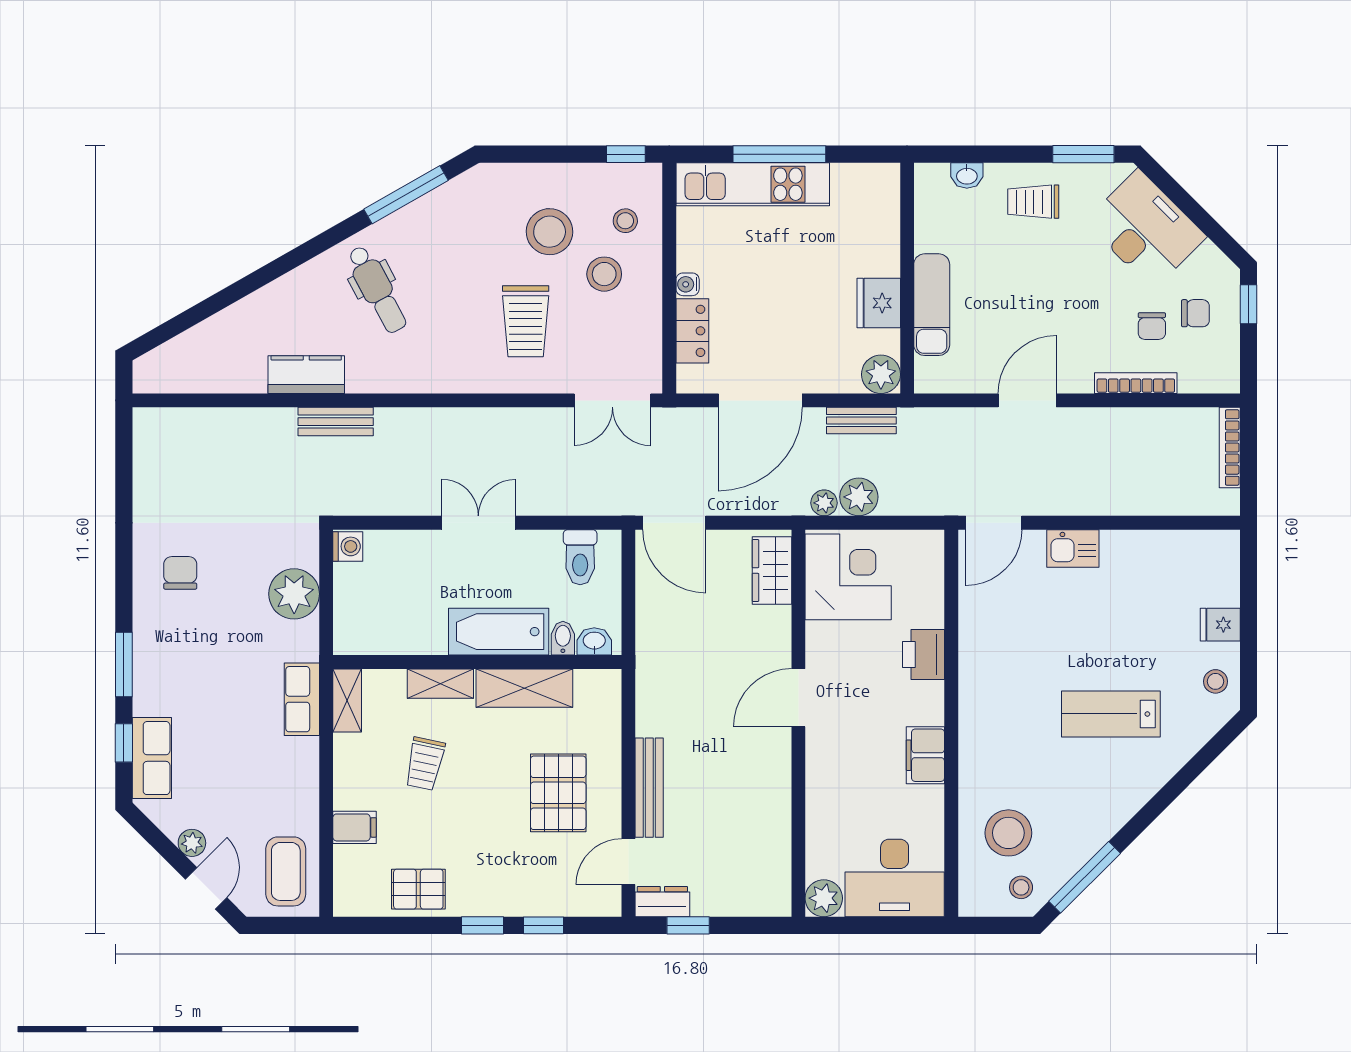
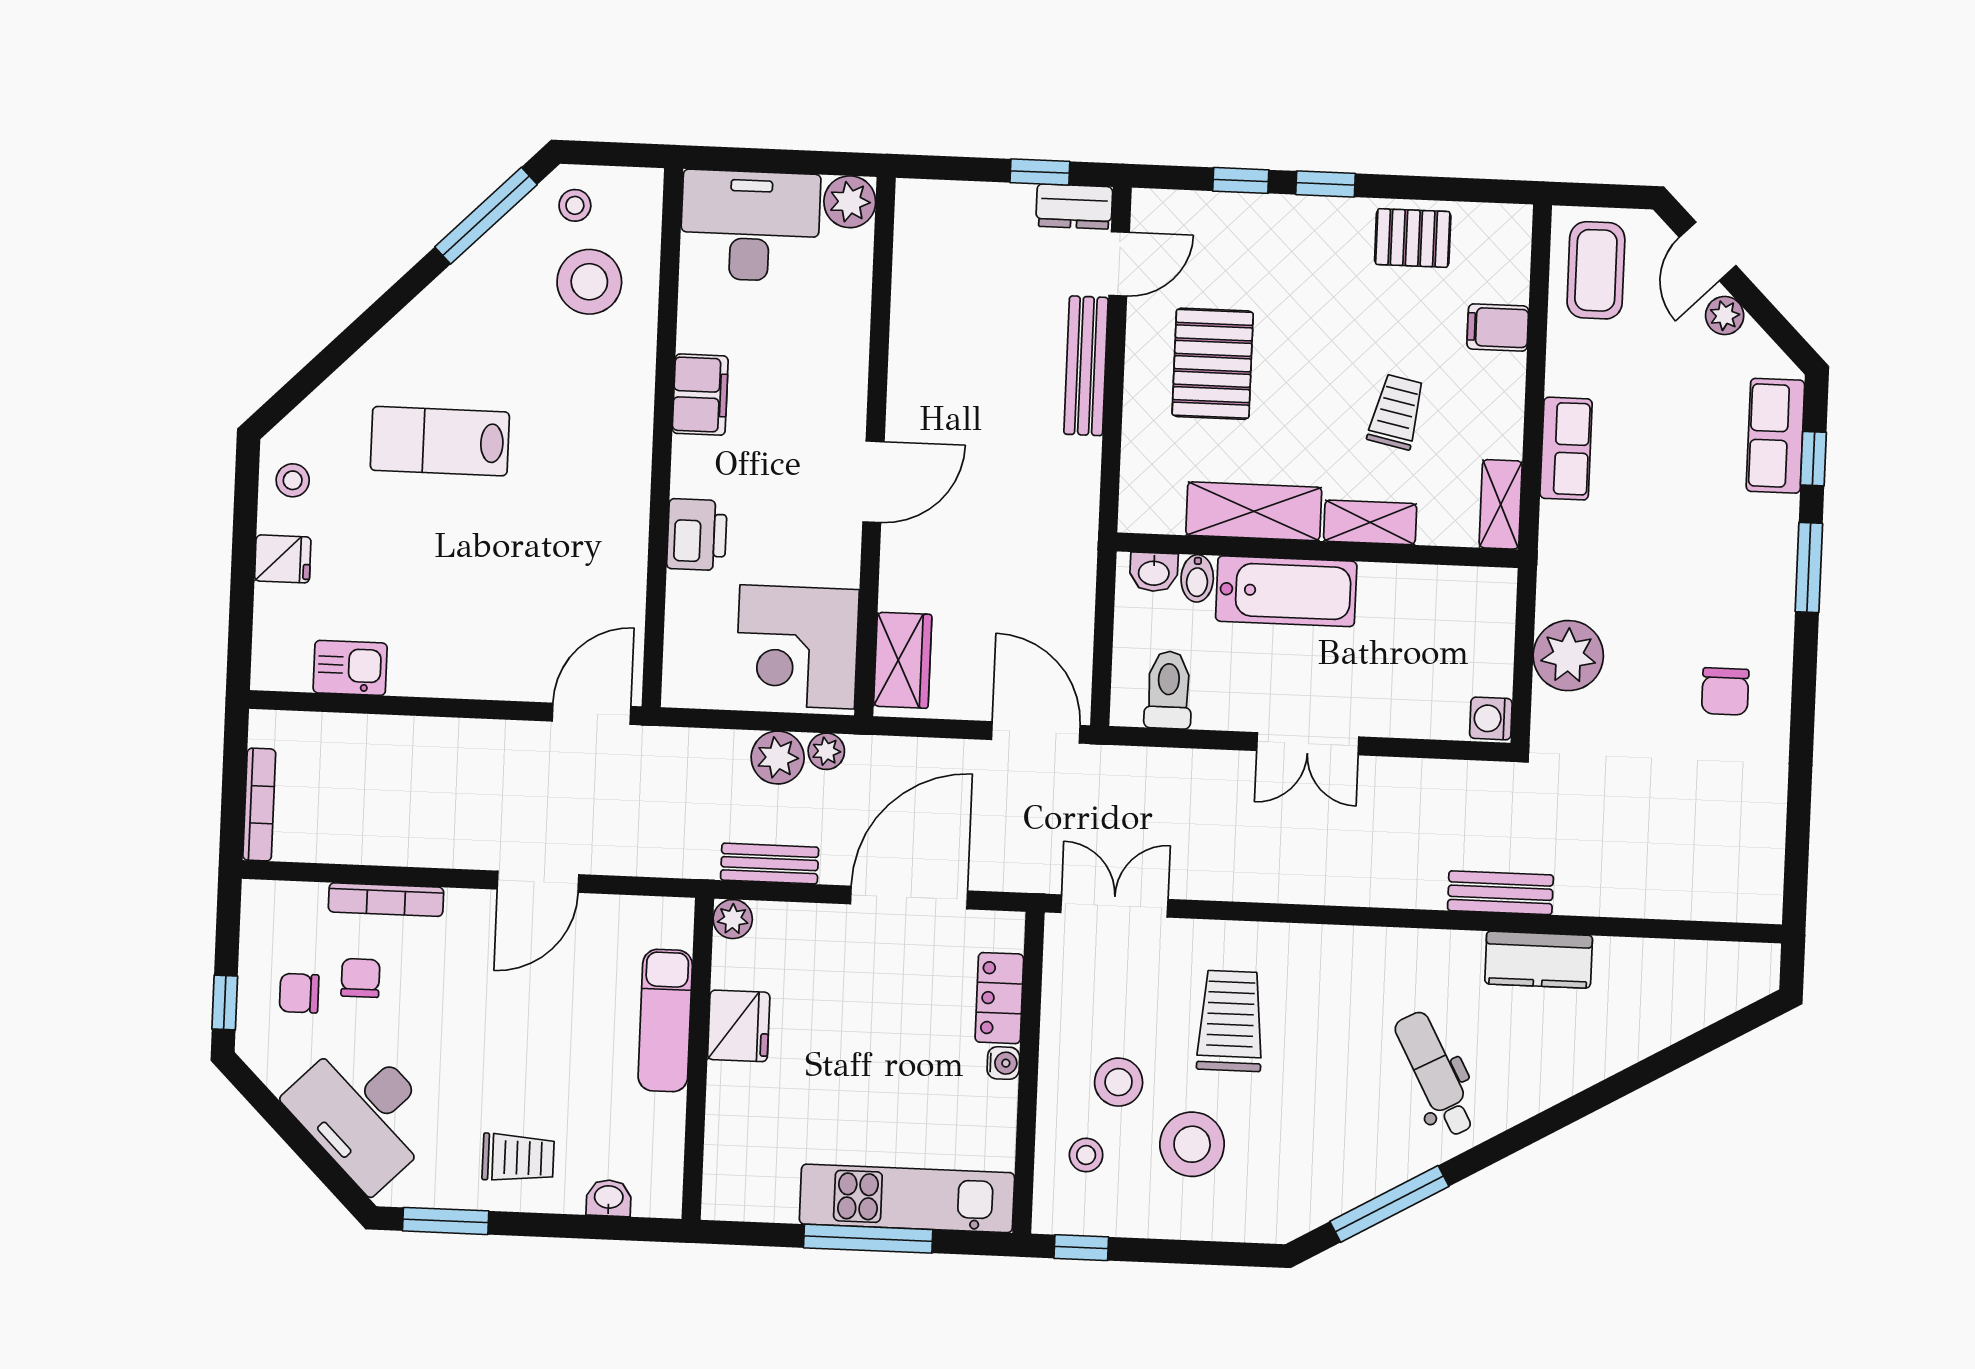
plant: (881, 374) -> (733, 919), width x0.73, depth x0.73
kitchen sink: (1073, 548) -> (350, 668), moved
row of seats: (302, 699) -> (1566, 449), moved
lab bench: (1111, 714) -> (440, 441), turned 180

